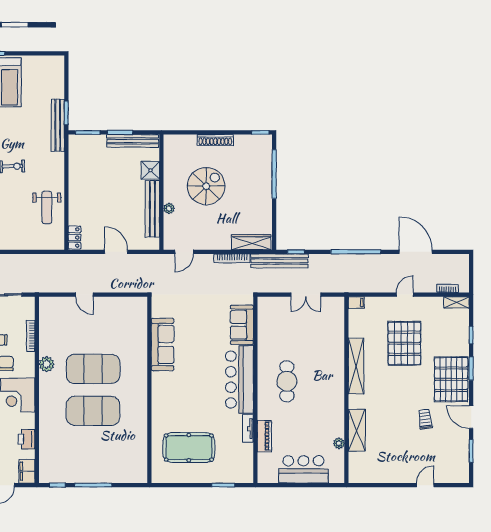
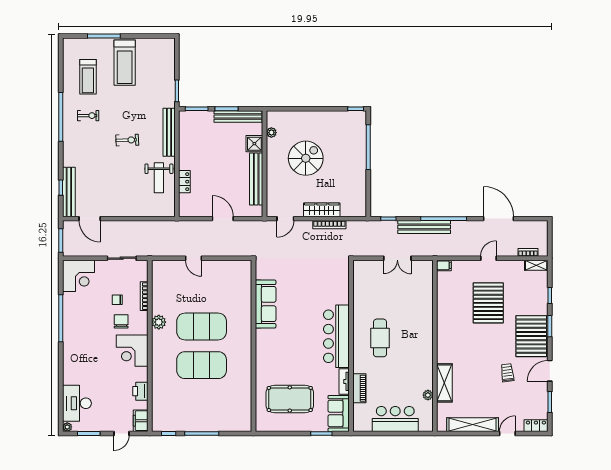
bench: (58, 125) -> (169, 132), moved
shoe rack: (215, 140) -> (314, 116), removed
plant: (169, 208) -> (271, 133), moved
locker: (74, 238) -> (184, 182), moved
wardrobe: (251, 242) -> (322, 210), moved
bench: (279, 261) -> (424, 227), moved
sofa: (242, 325) -> (339, 413), moved
shelving: (356, 366) -> (473, 425), moved, turned 90
door: (471, 417) -> (550, 371), hinge flipped
locker: (456, 476) -> (536, 426), added

